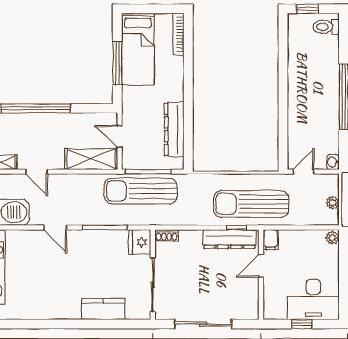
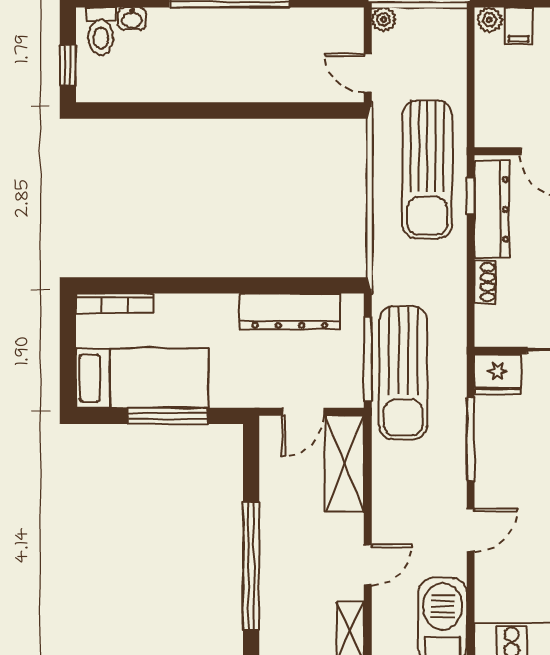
washbasin: (333, 162) -> (132, 19), moved
plant: (333, 203) -> (384, 19), moved
shoe rack: (167, 235) -> (485, 282), moved
filing cabinet: (271, 240) -> (518, 26), moved, turned 90

